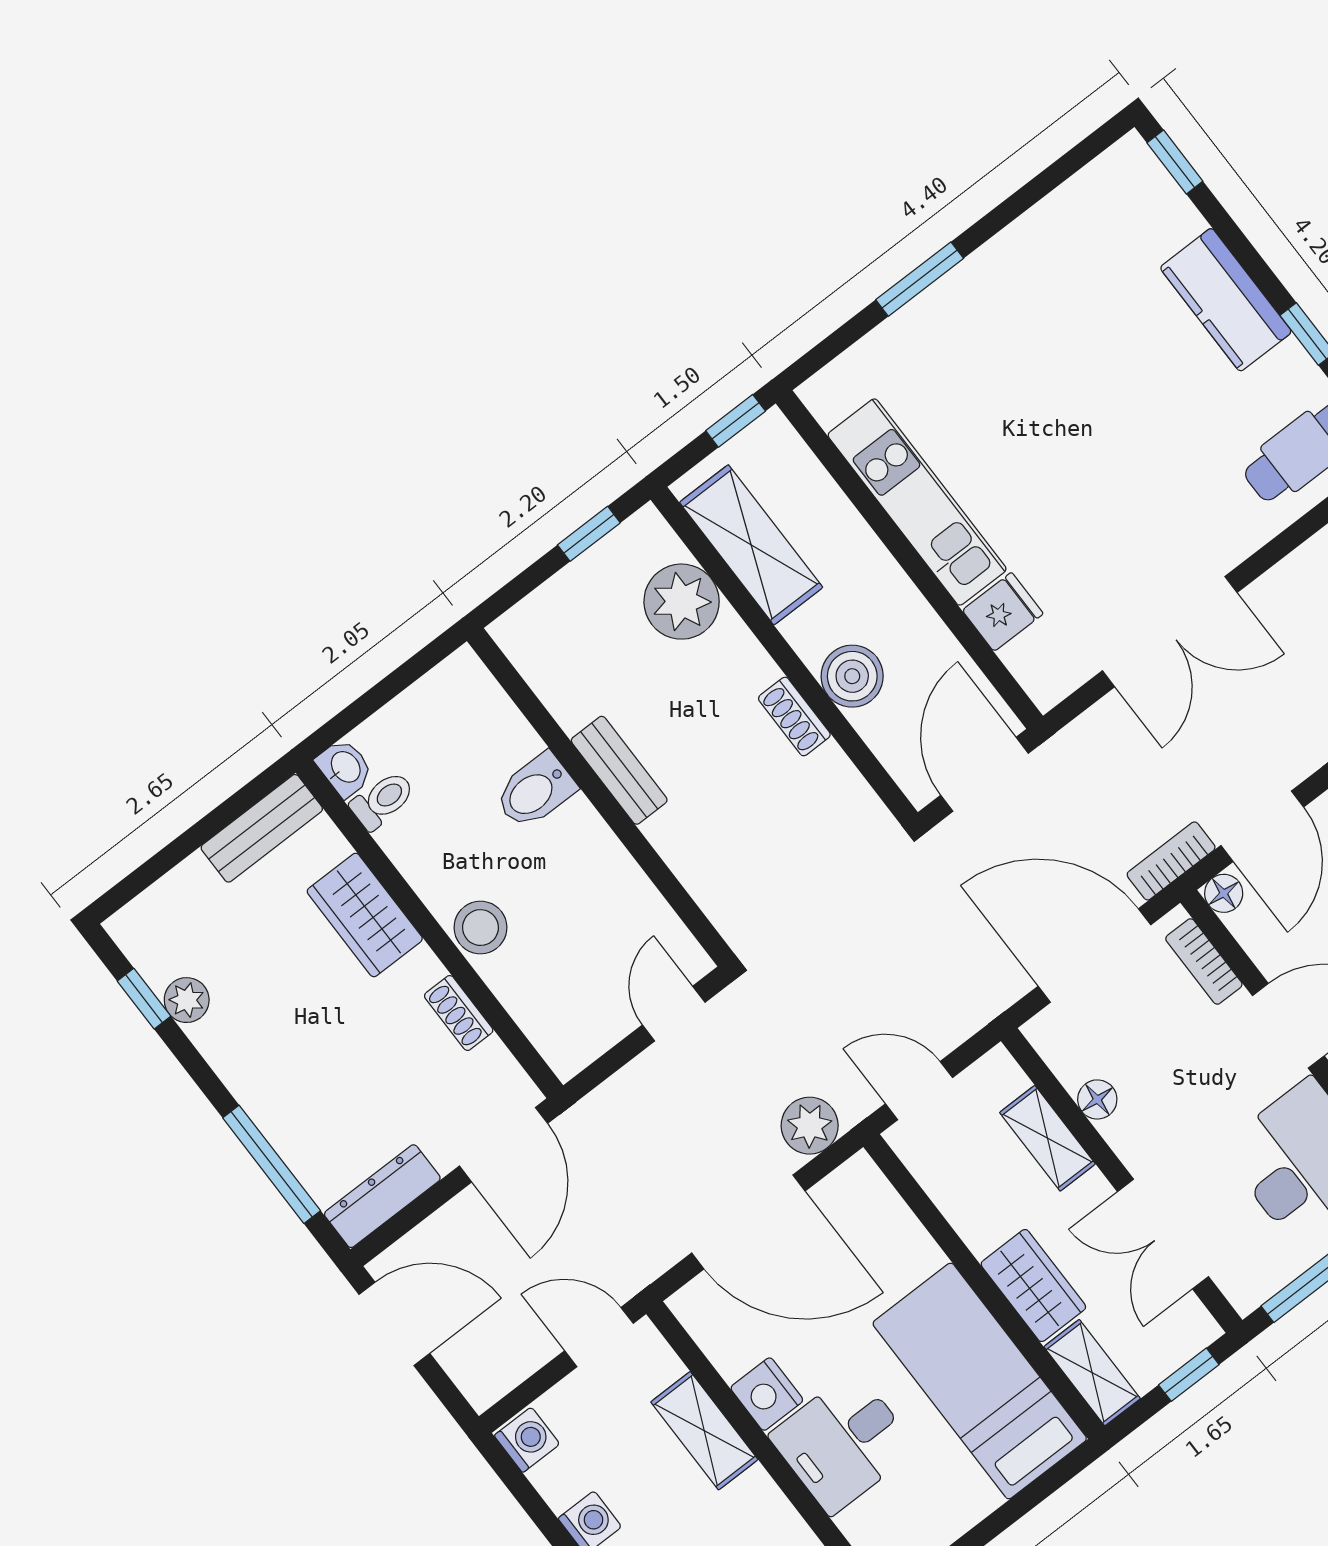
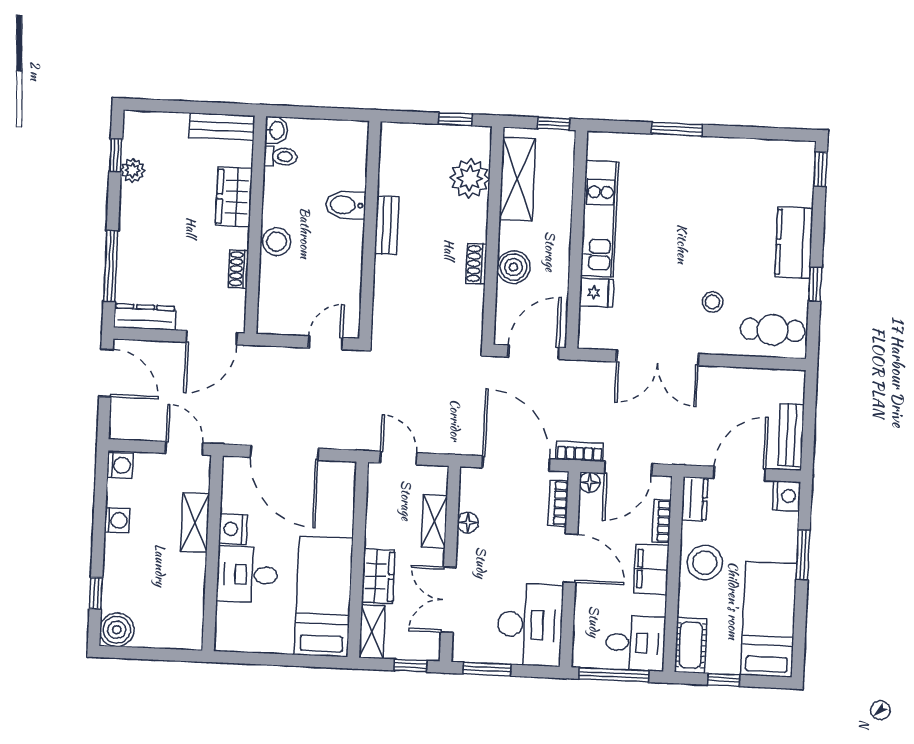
stool: (1181, 484) -> (713, 302), added
plant: (810, 1126) -> (342, 435), removed

